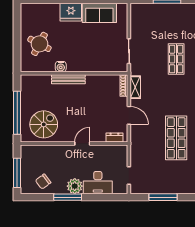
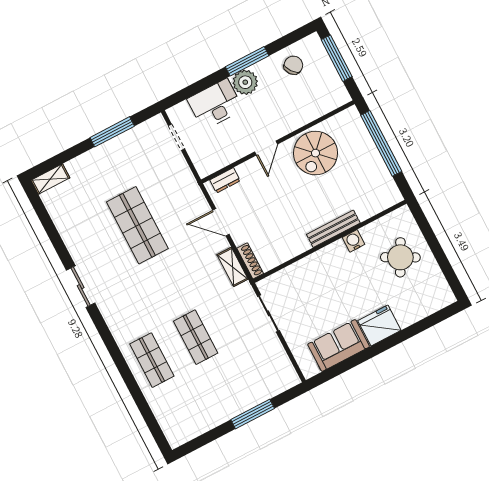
spiral stairs: (44, 124) -> (315, 153), moved

